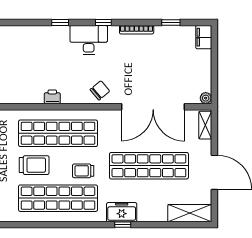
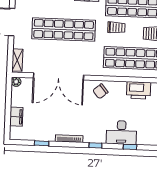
filing cabinet: (204, 37) -> (16, 117), moved
desk: (89, 40) -> (121, 132), moved
printer: (52, 97) -> (139, 90), width x1.87, depth x1.48
double door: (153, 107) -> (58, 76), swing flipped

